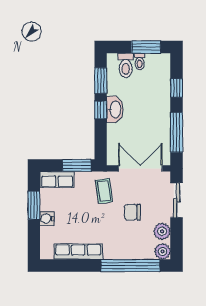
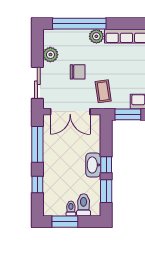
plant: (163, 251) -> (96, 36), moved

